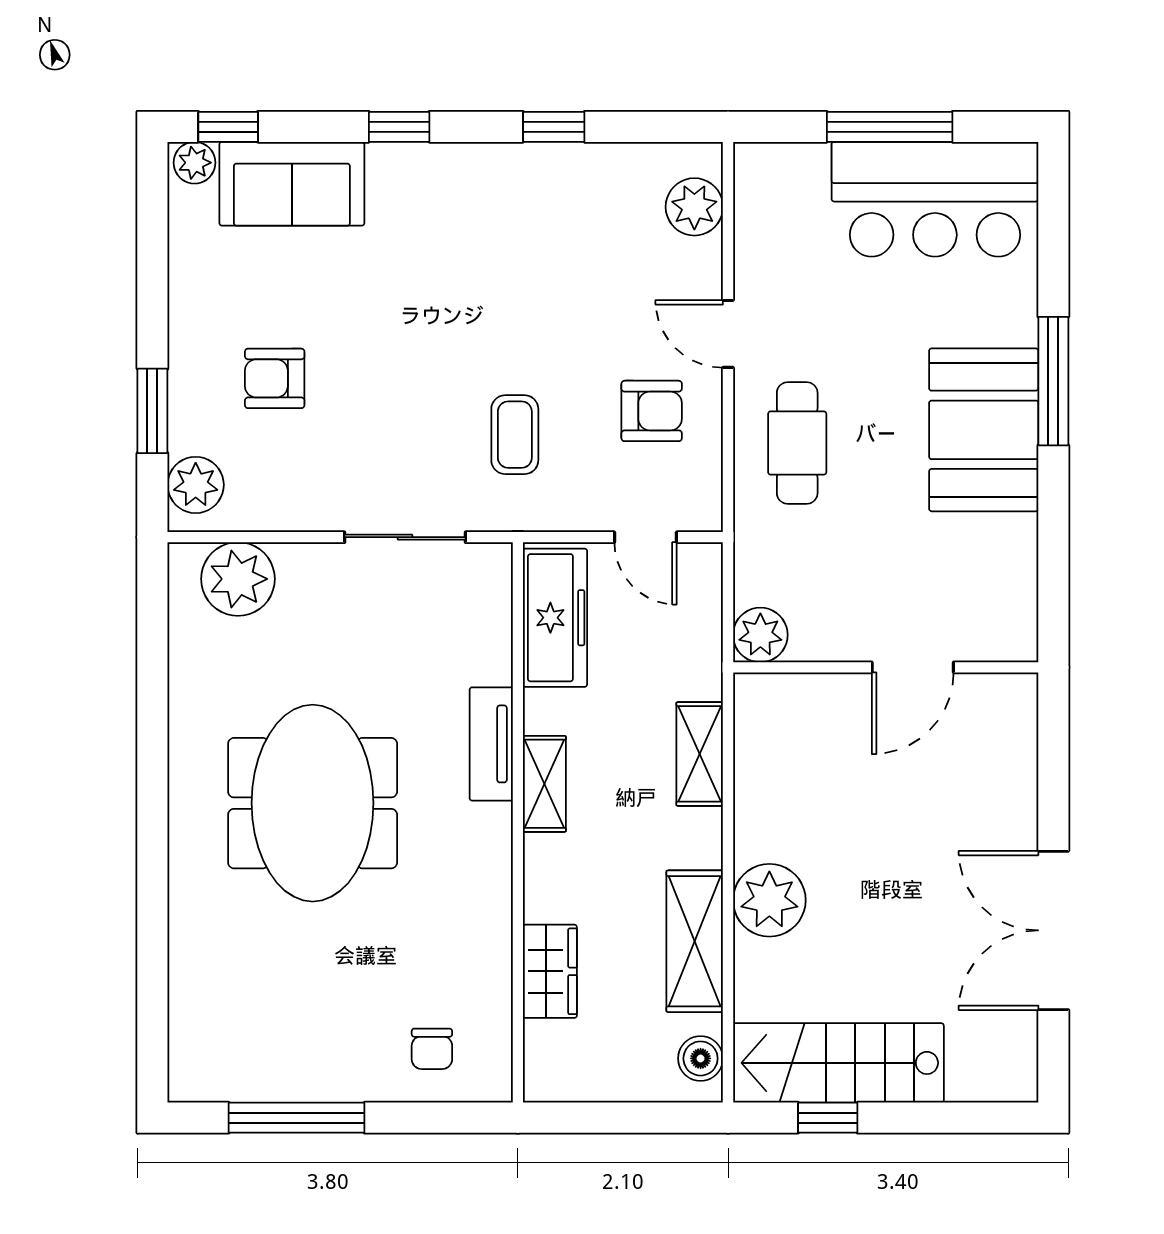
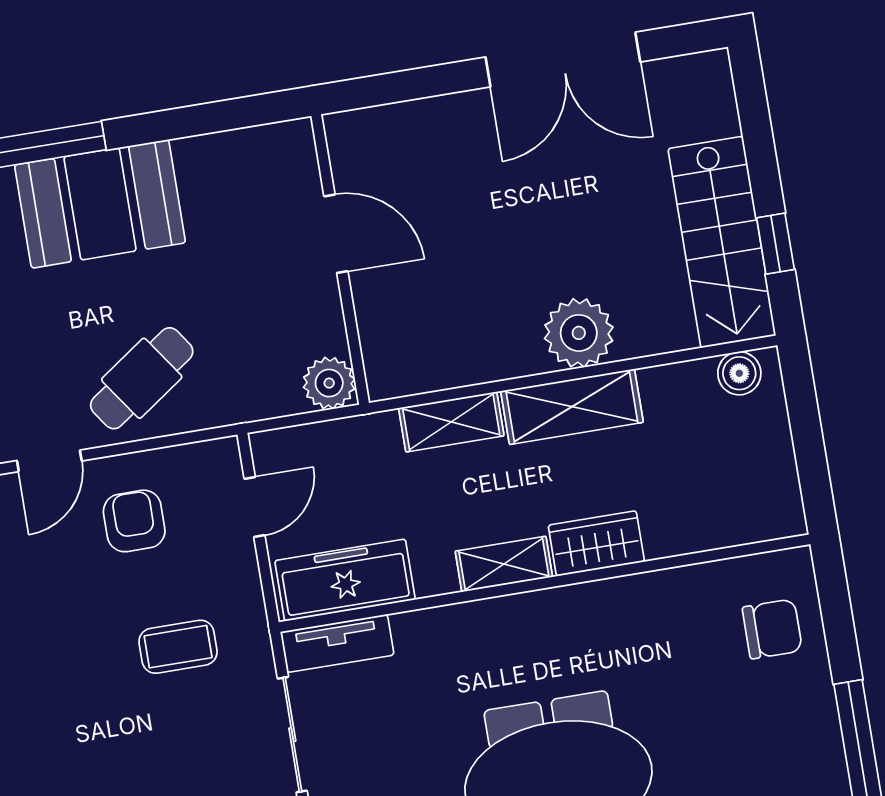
cafe table: (797, 443) -> (142, 378), turned -35
tv unit: (491, 744) -> (337, 643), moved
shelving: (695, 941) -> (572, 407), moved
wardrobe: (550, 971) -> (596, 543), moved
chair: (432, 1049) -> (772, 629), width x1.37, depth x1.37

